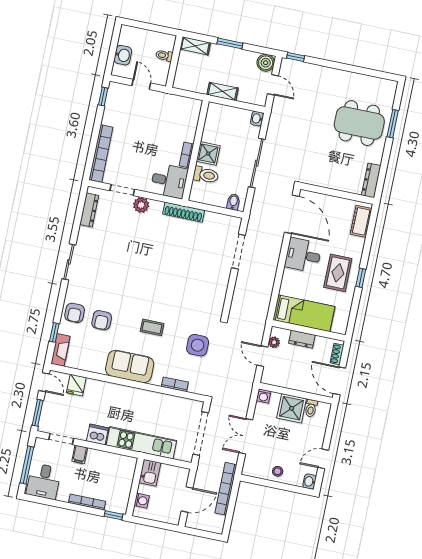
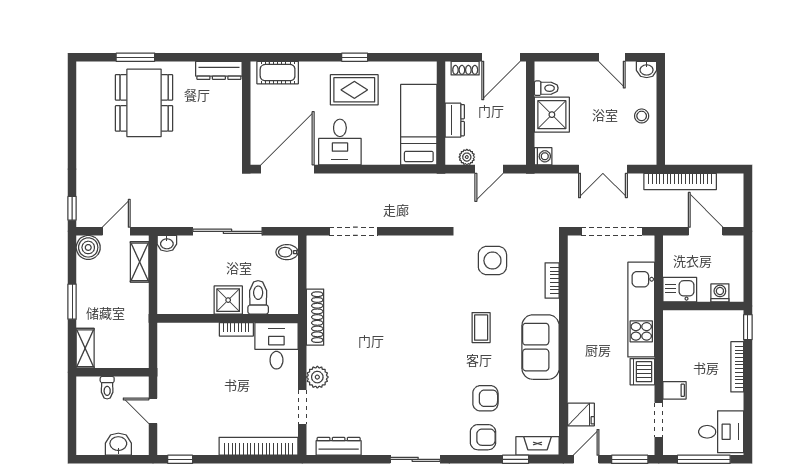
door: (141, 84) -> (153, 411), hinge flipped
shelving: (223, 91) -> (140, 262), moved

